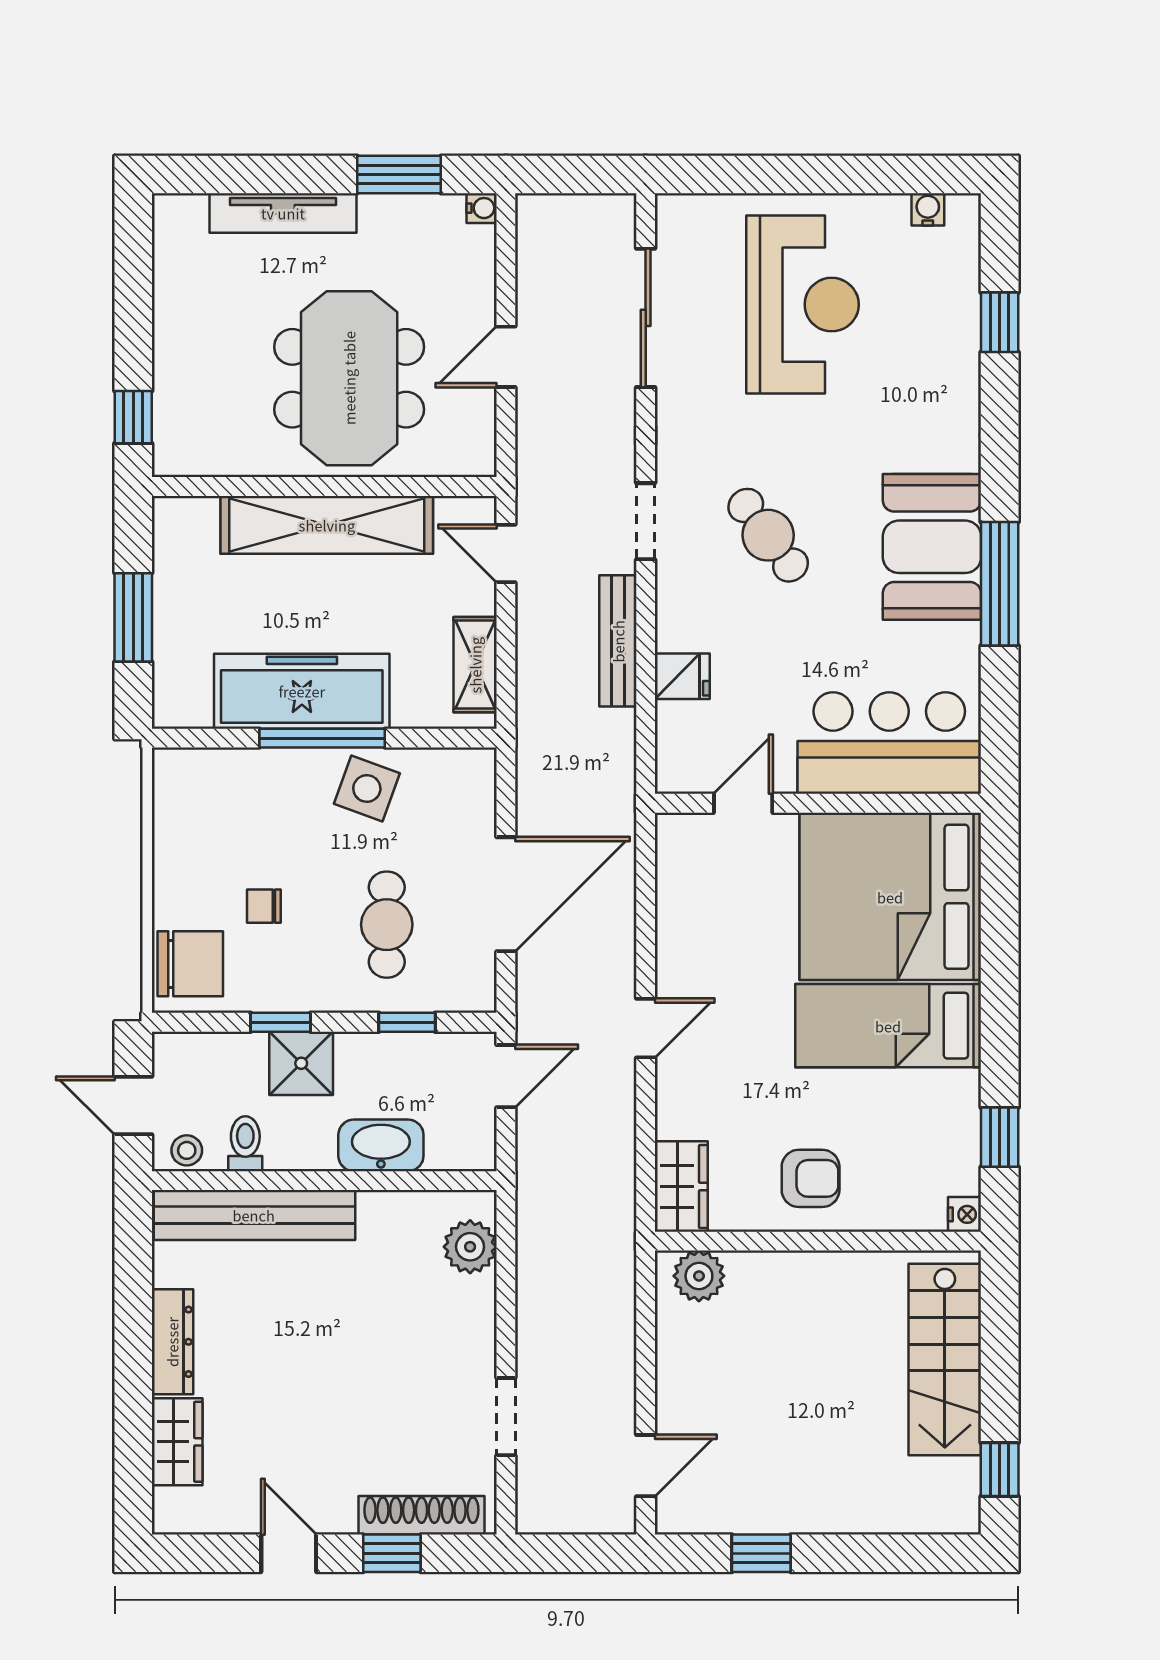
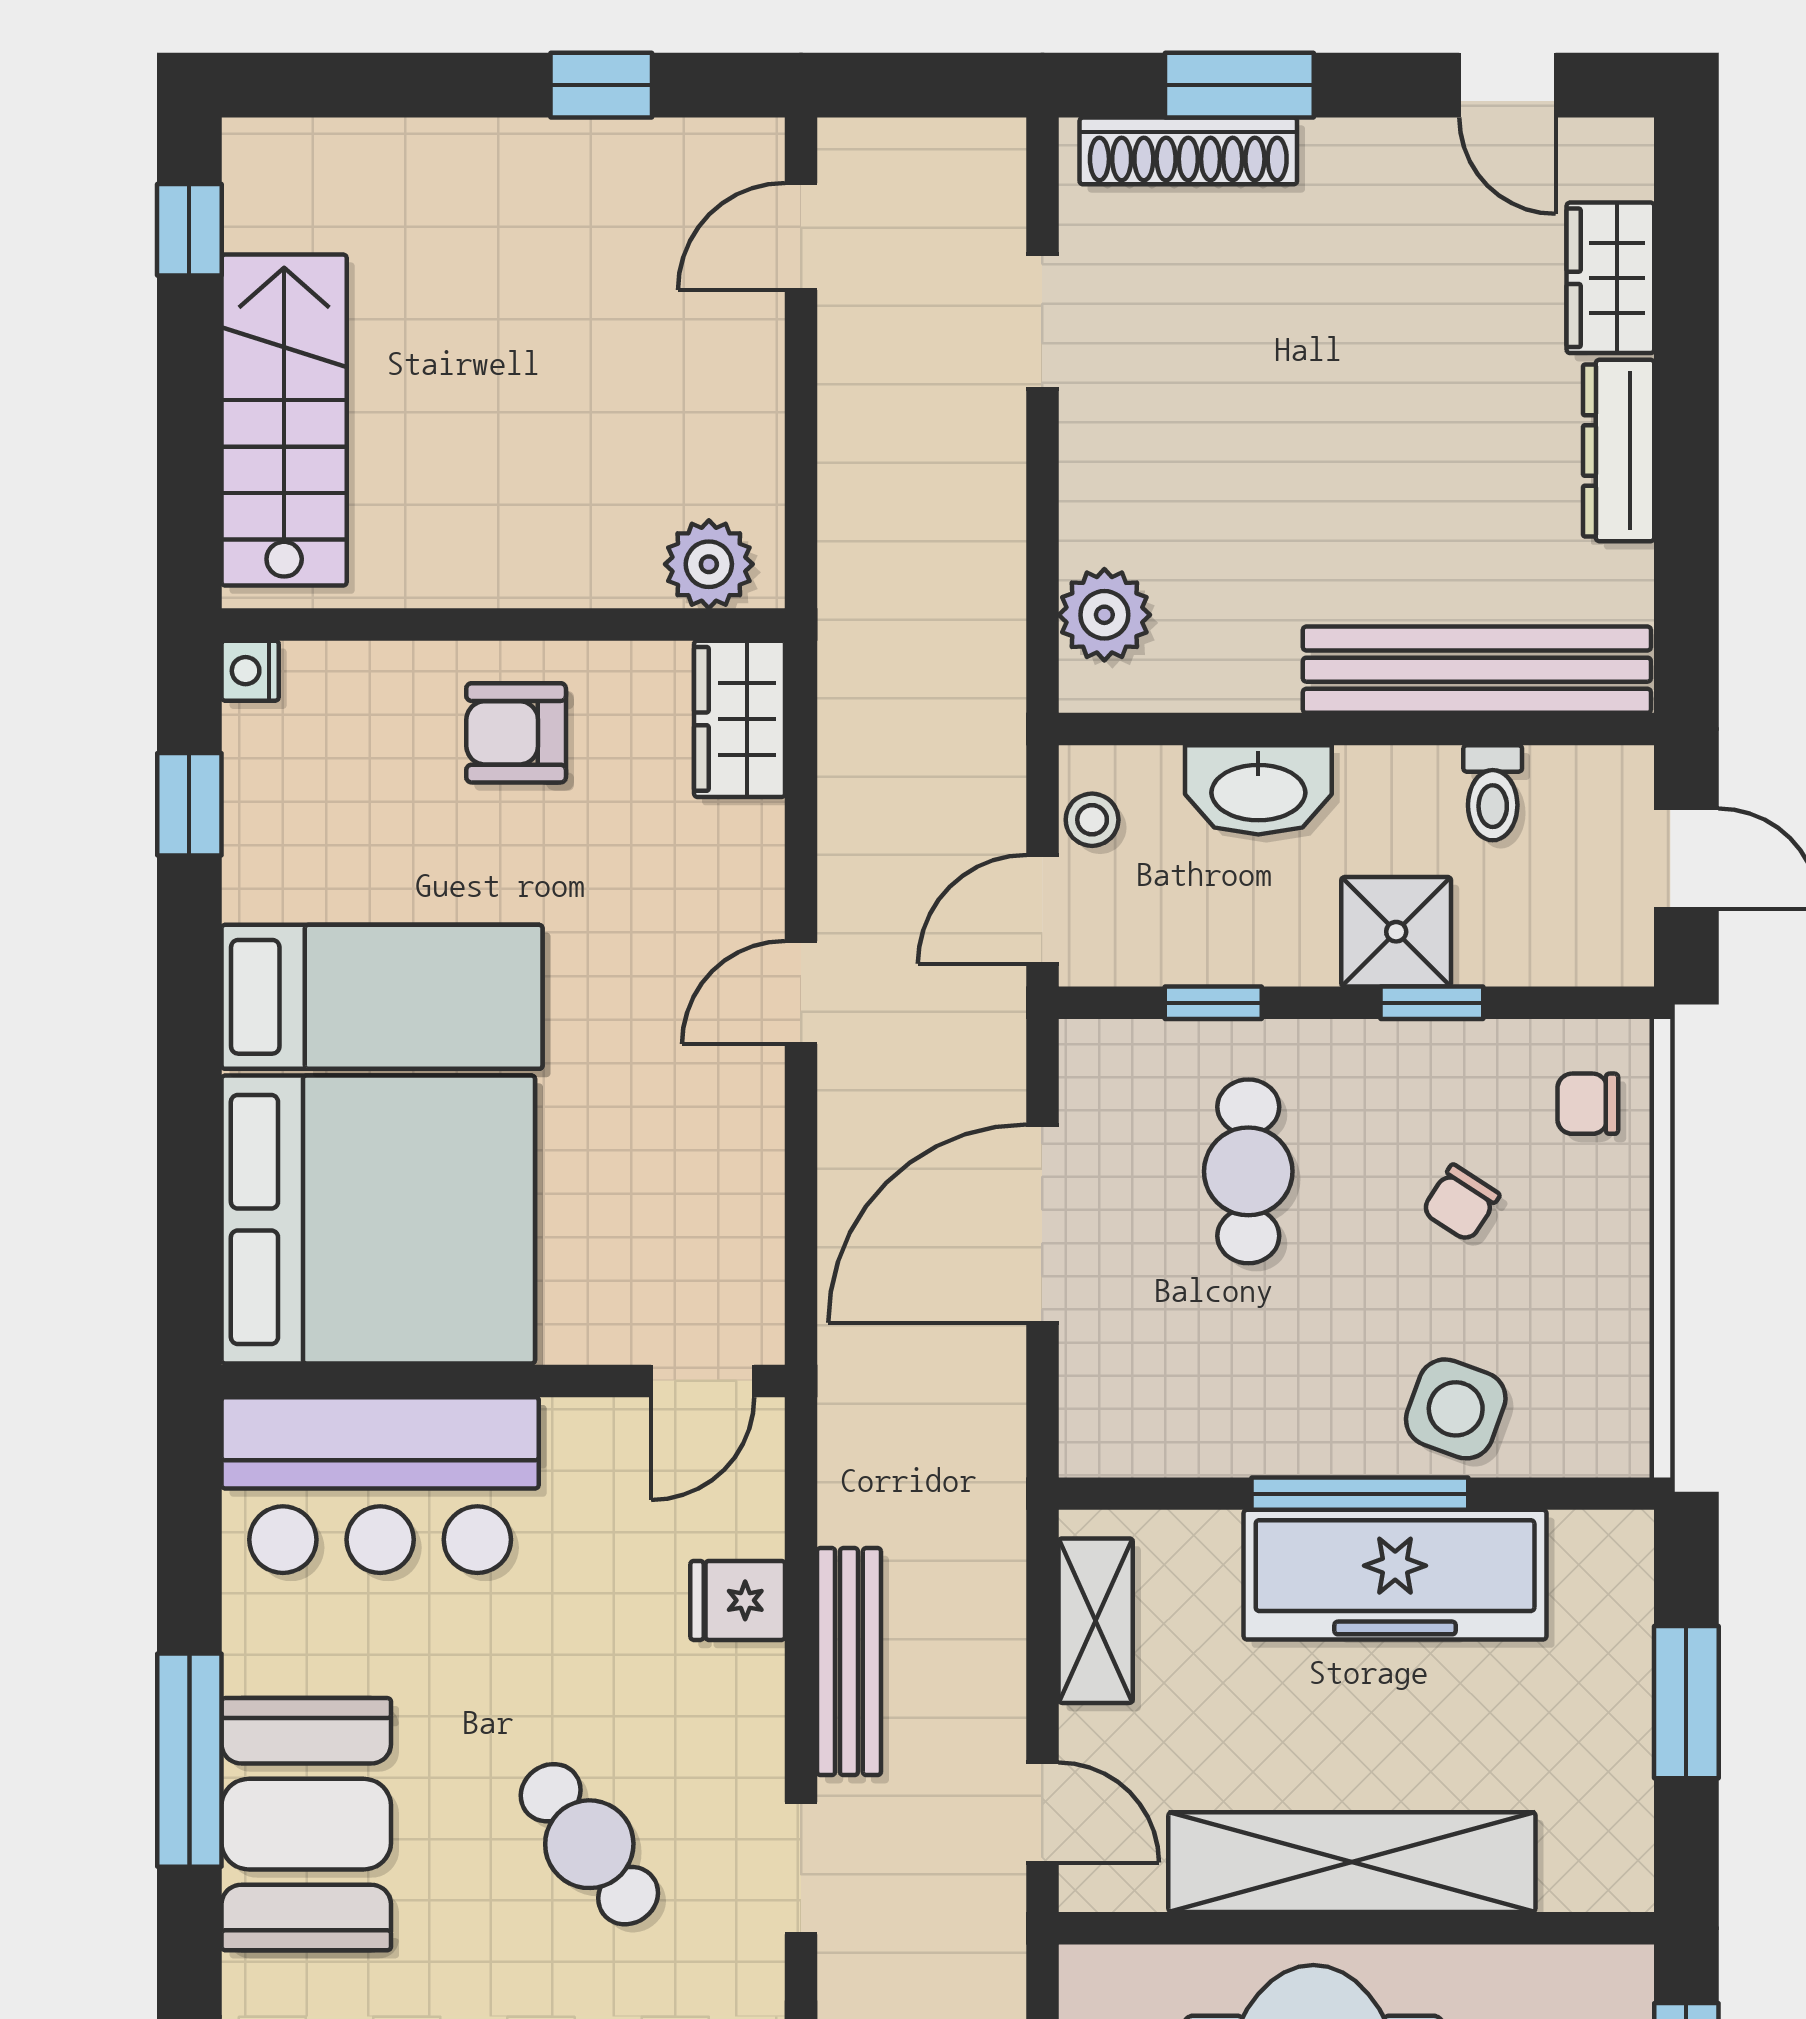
side table: (367, 789) -> (1456, 1409), moved
door: (743, 803) -> (703, 1381), moved
chair: (264, 906) -> (1461, 1203), turned 123
chair: (190, 964) -> (1588, 1104), width x0.54, depth x0.54
stool: (187, 1150) -> (1092, 820), moved
door: (289, 1553) -> (1507, 85), moved
window: (392, 1553) -> (1239, 85), width x1.50

